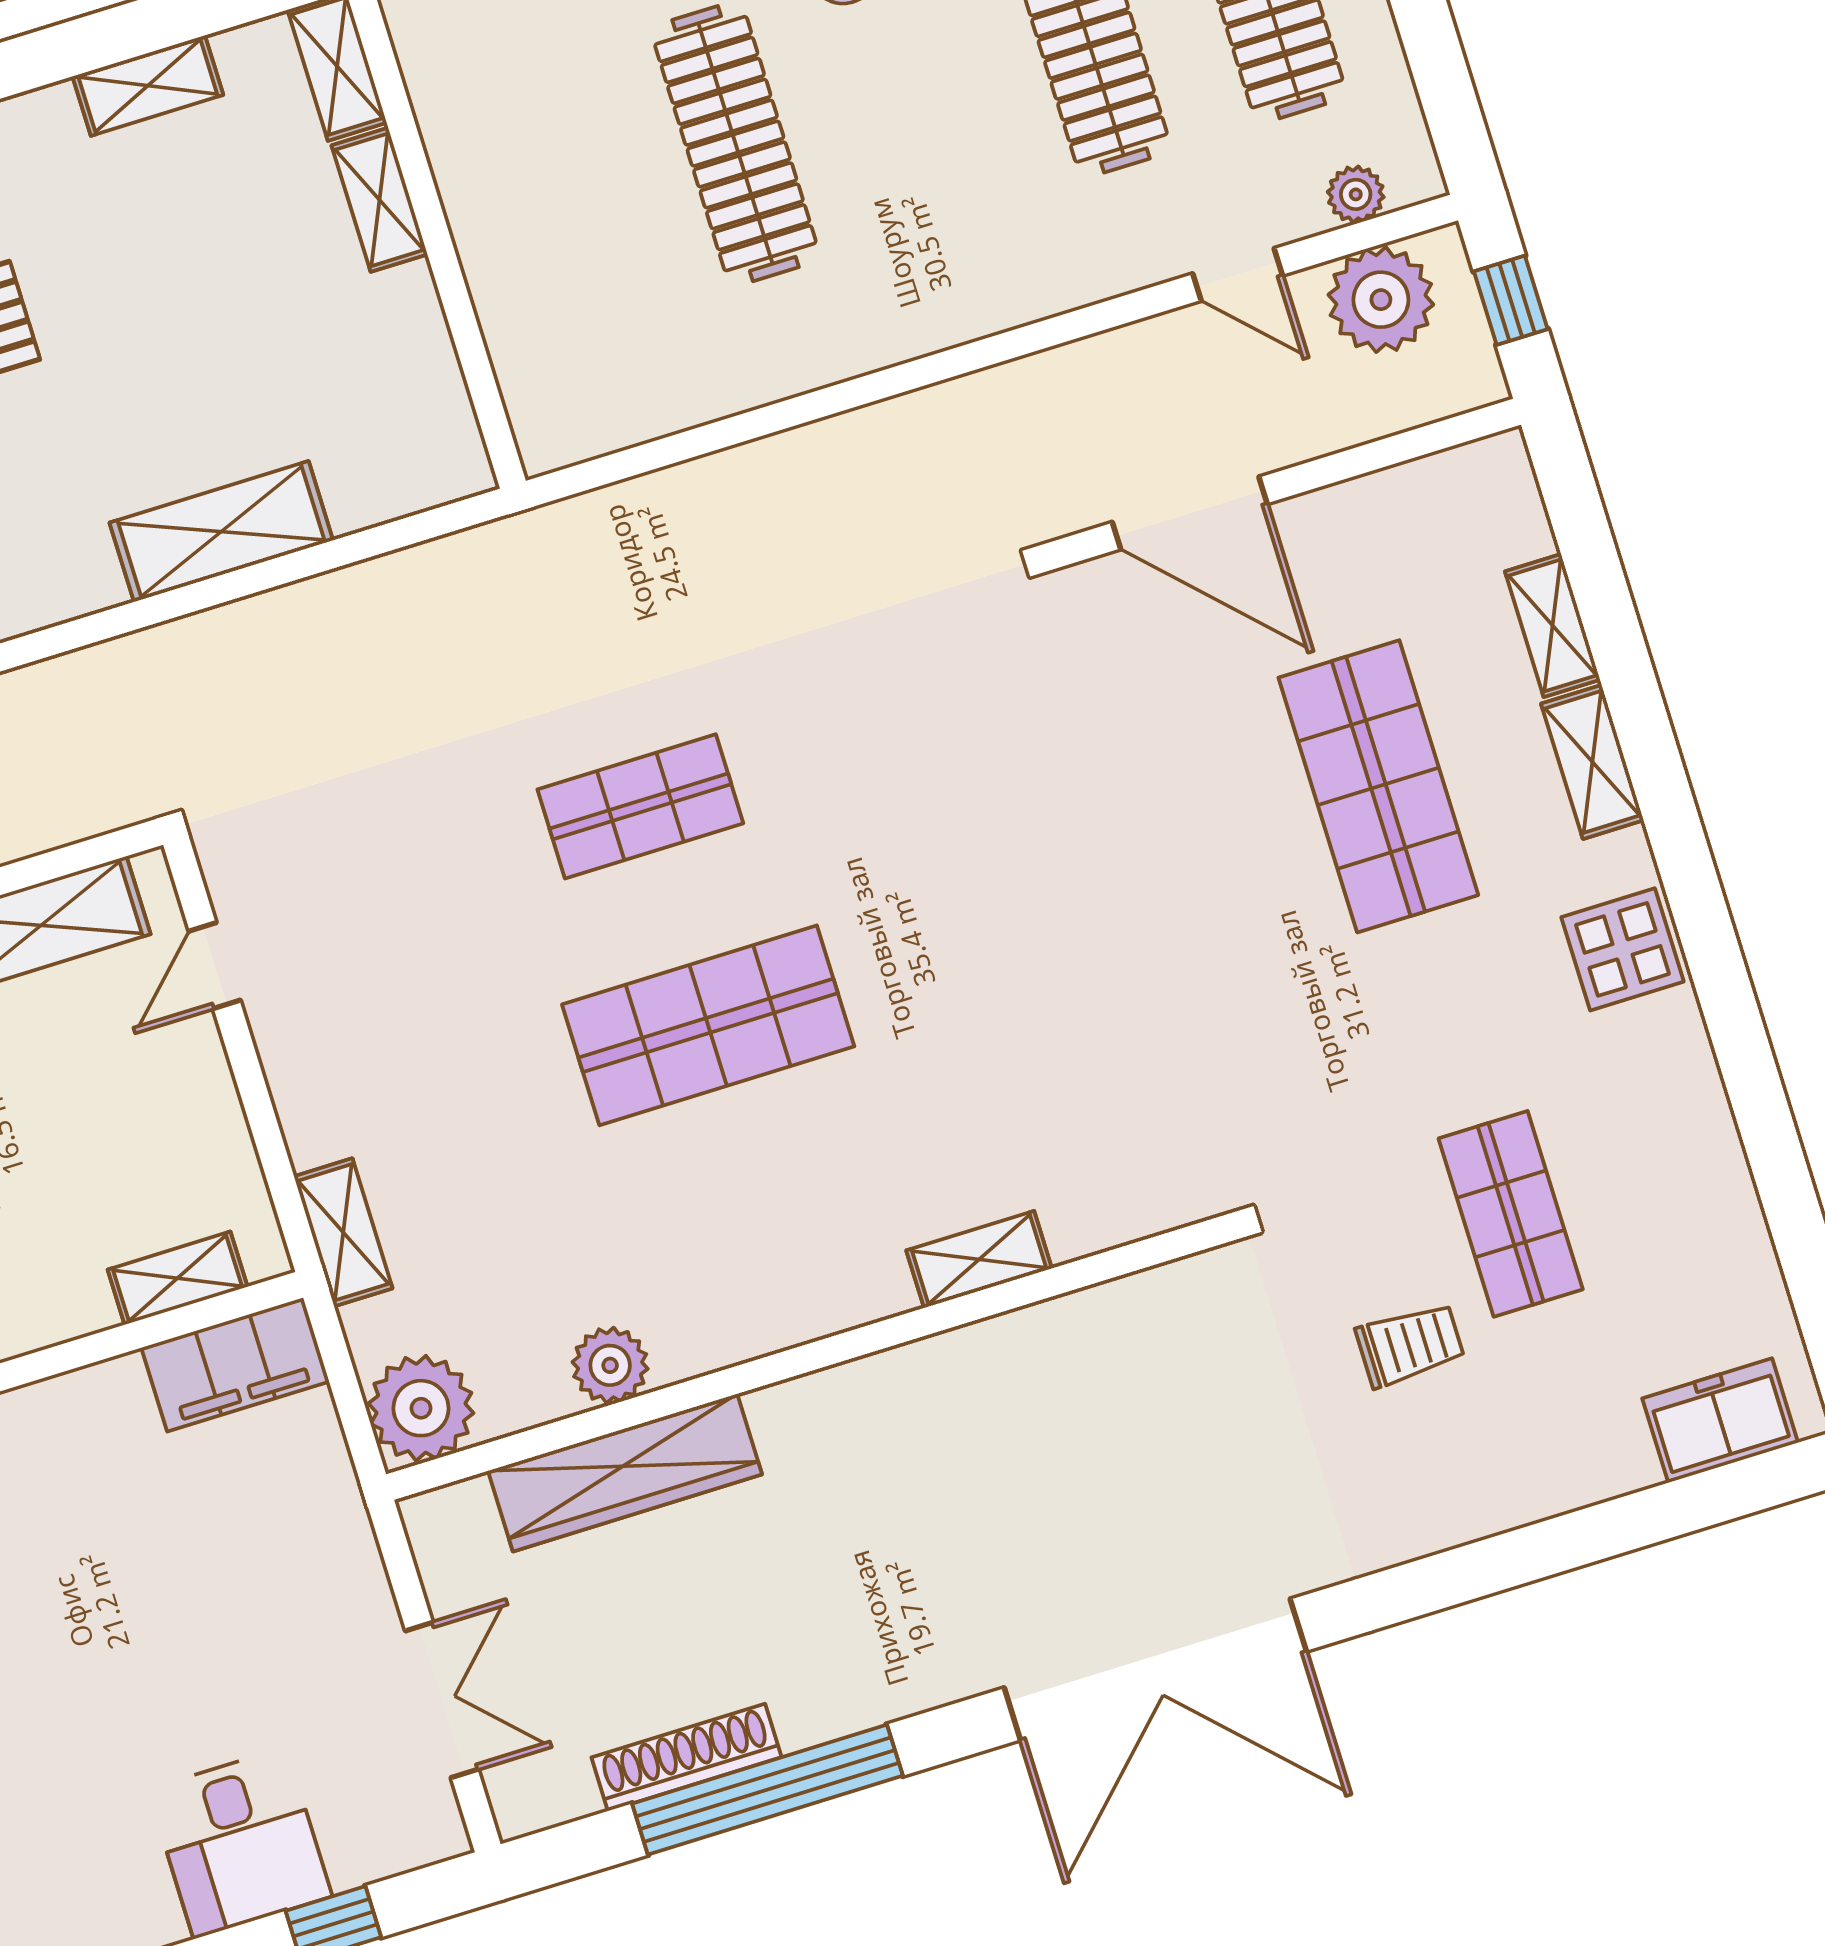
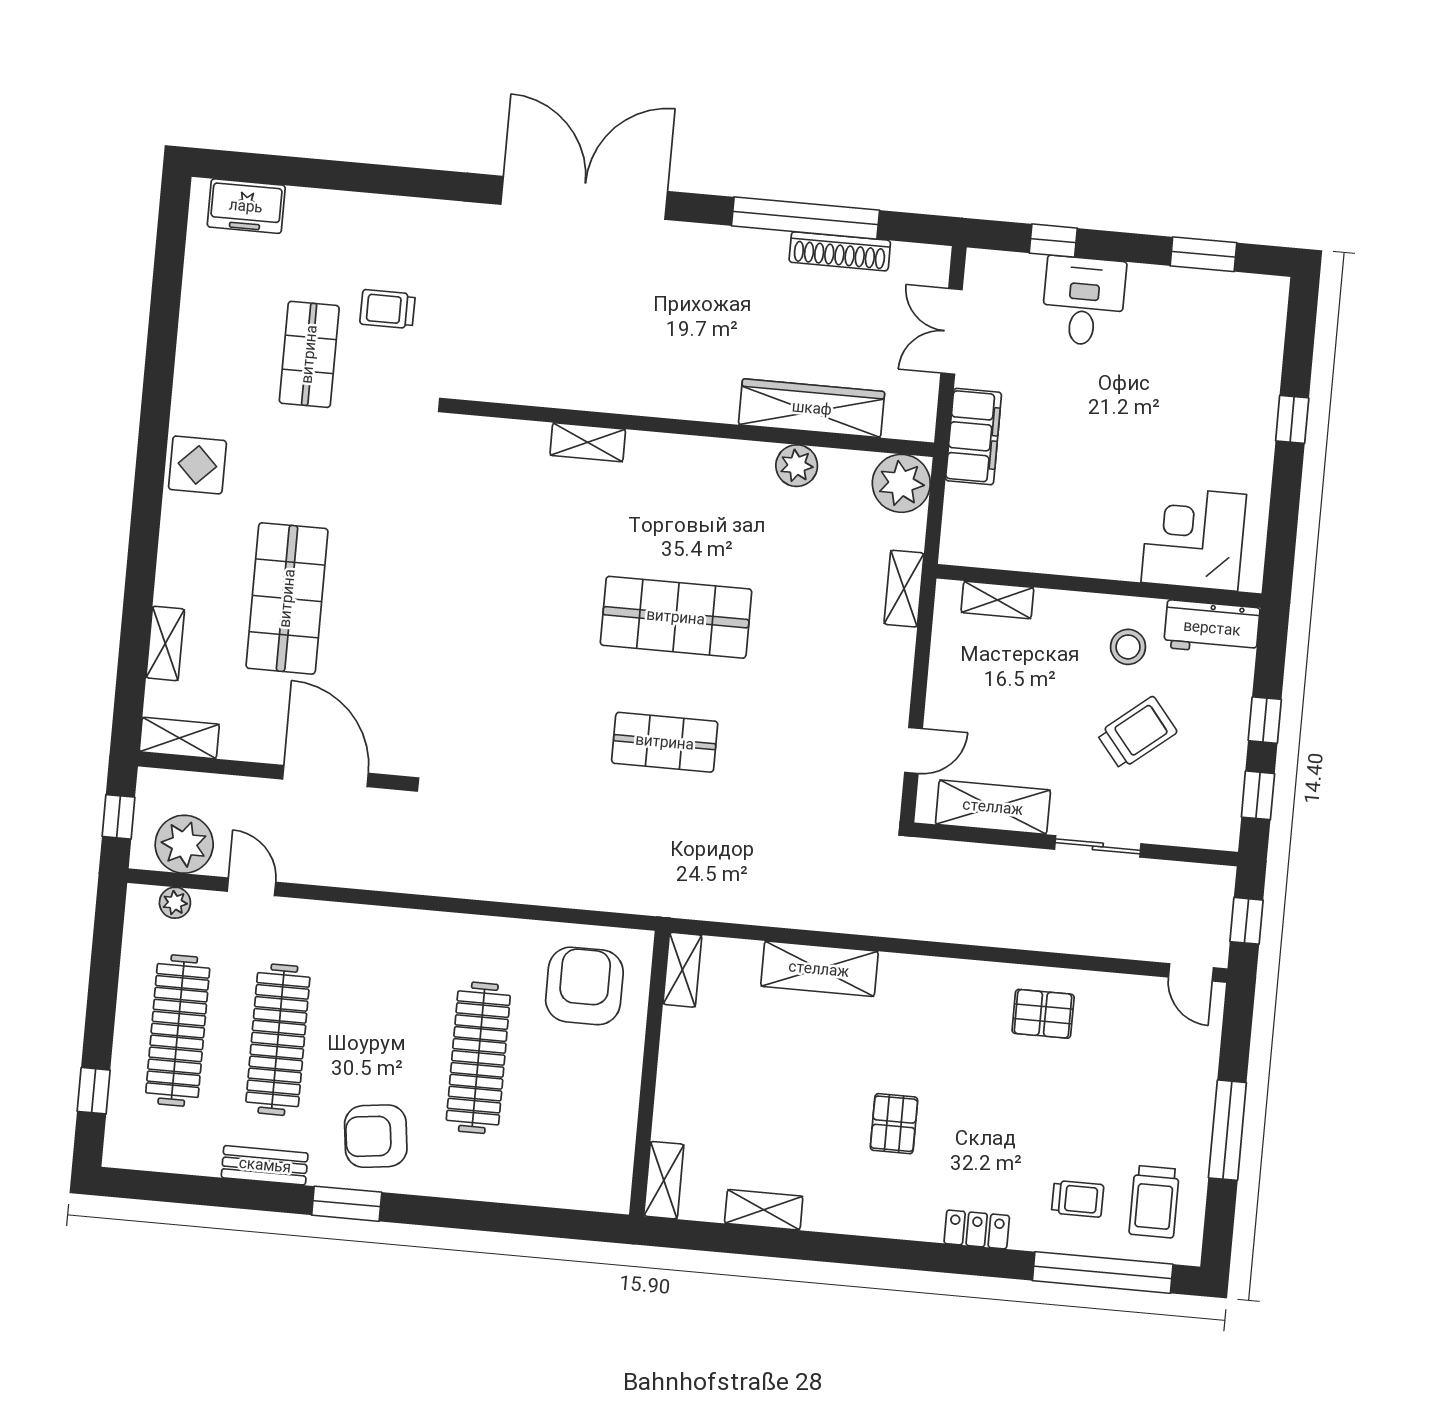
shelving: (380, 200) -> (682, 970), moved
armchair: (606, 339) -> (584, 986), added
shelving: (1592, 762) -> (179, 738), moved, turned 90
filing cabinet: (235, 1365) -> (974, 437), moved, turned 90

